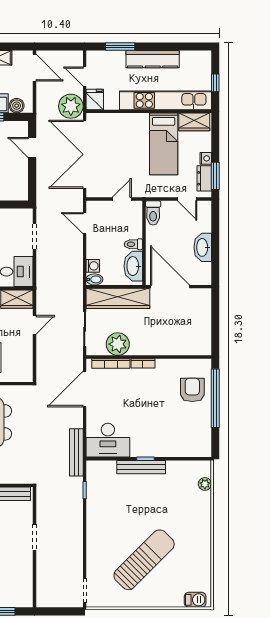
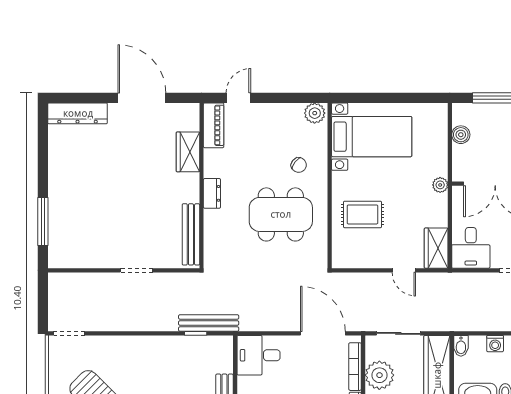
washing machine: (93, 266) -> (495, 344), moved
desk: (108, 440) -> (258, 355), width x0.73
bench: (76, 452) -> (209, 323), moved

